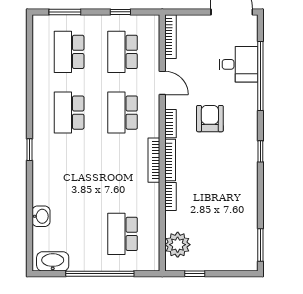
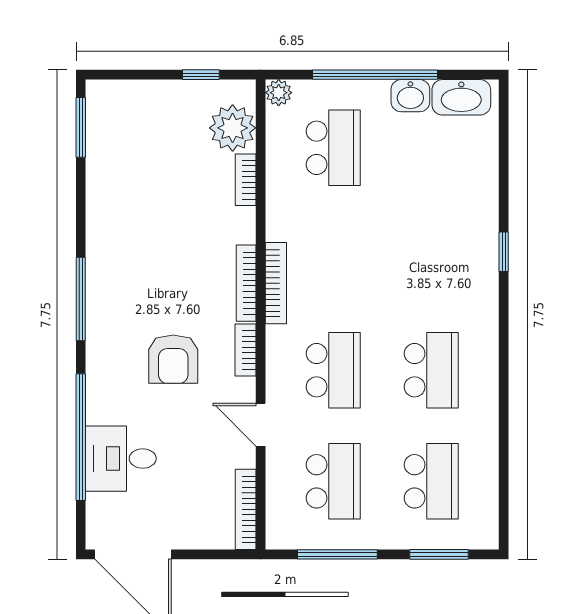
window: (120, 12) -> (337, 554), width x2.17
window: (30, 150) -> (504, 252), moved
window: (260, 151) -> (81, 299), width x2.17
bookcase: (170, 196) -> (246, 180), moved
washbasin: (41, 216) -> (410, 96), moved, turned -90
plant: (152, 264) -> (279, 93), added

